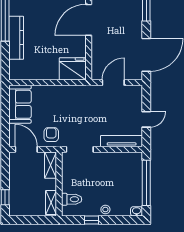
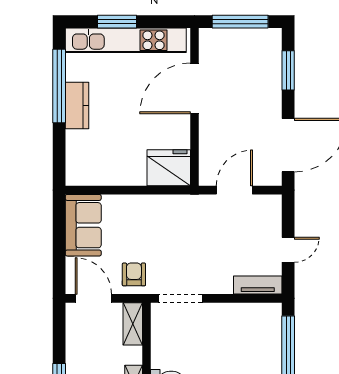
kitchen counter: (16, 38) -> (77, 106), width x0.67
tv unit: (122, 141) -> (258, 285), width x0.71

